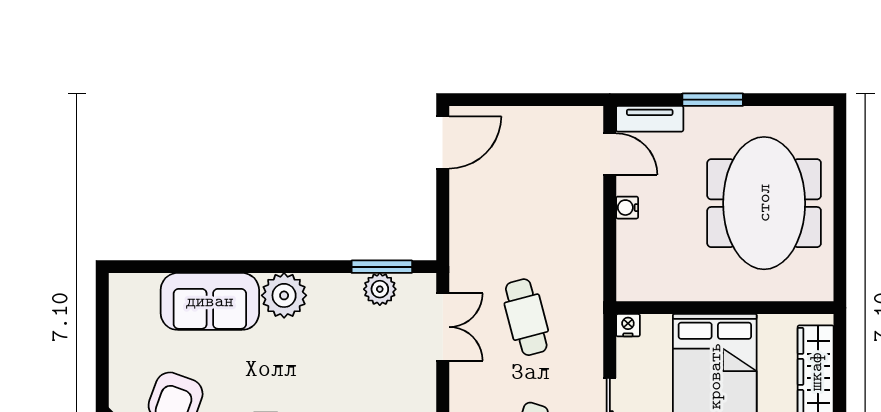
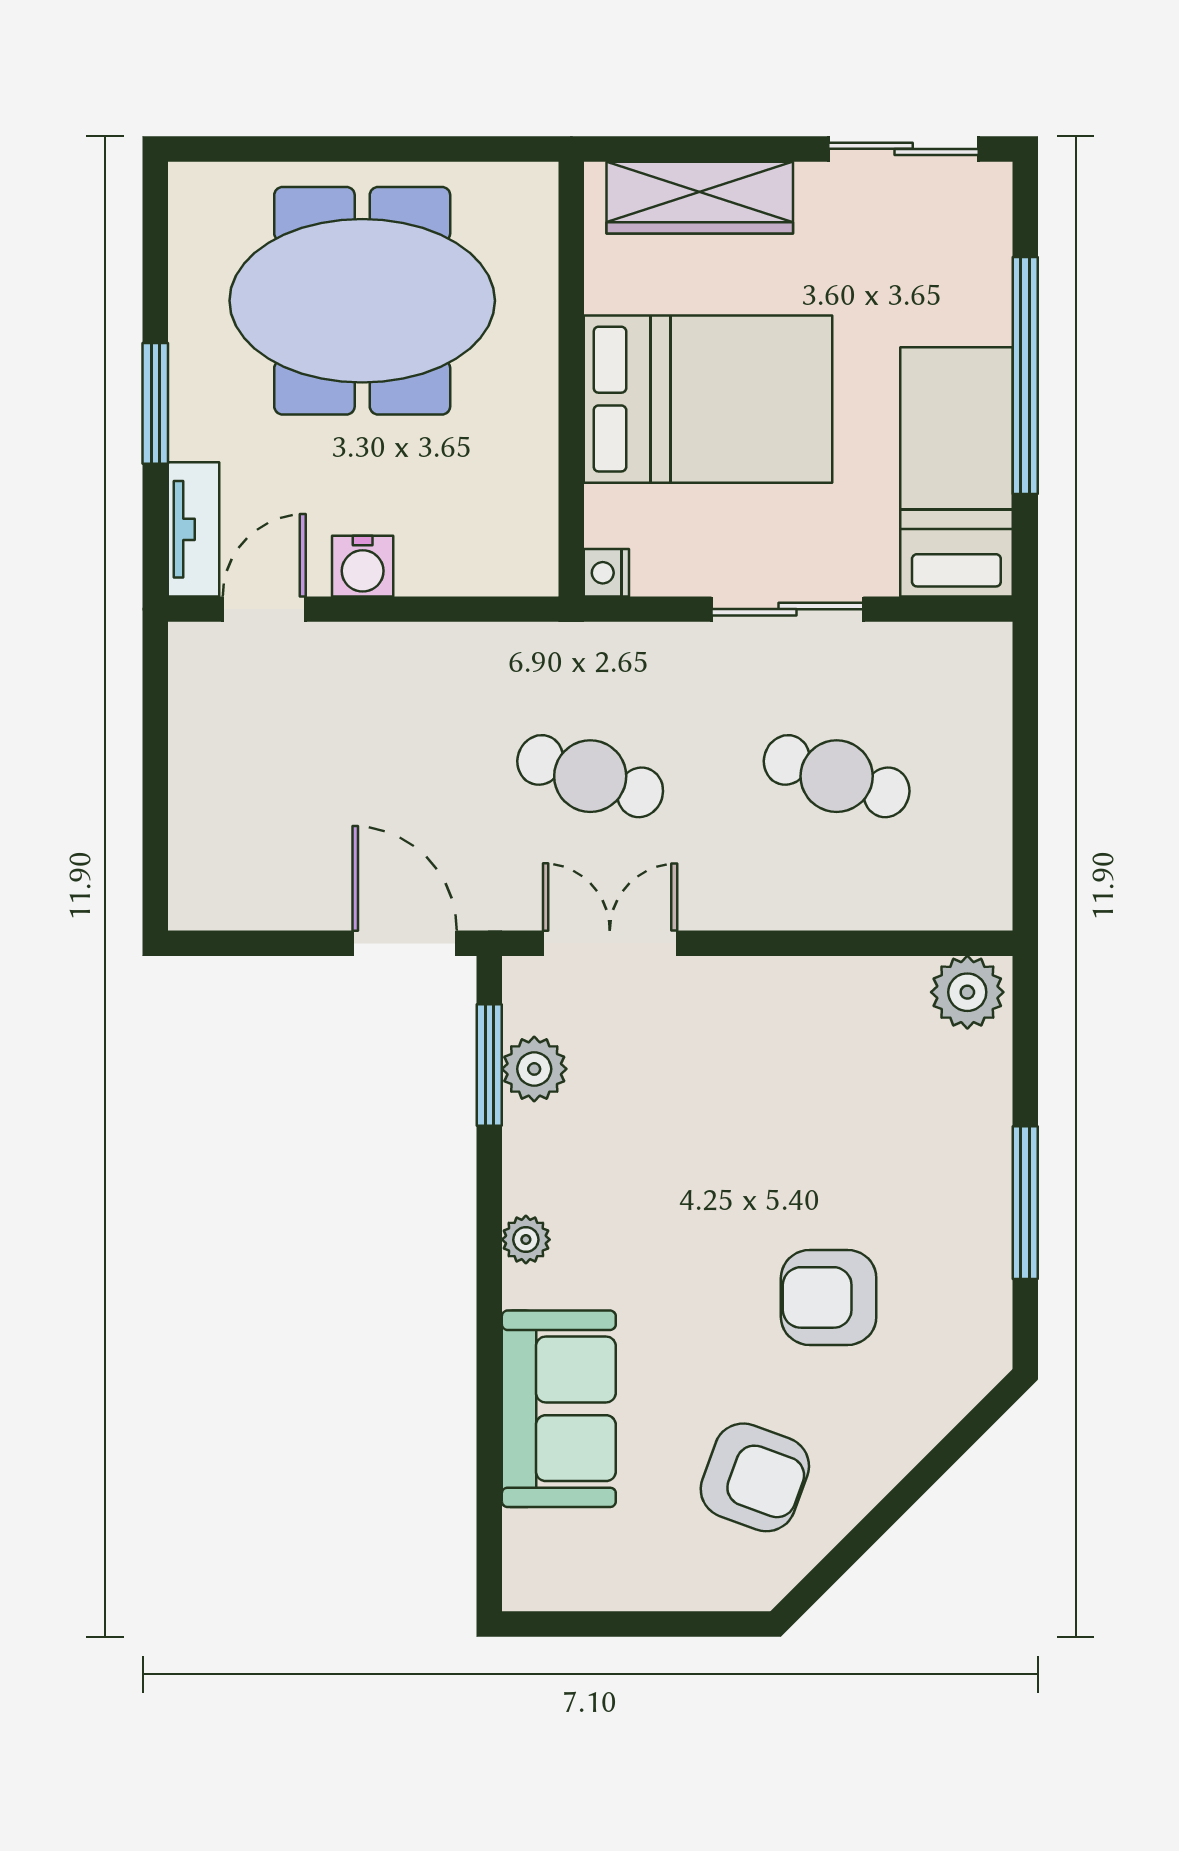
door: (443, 142) -> (405, 943), moved
water cooler: (627, 208) -> (363, 566), width x1.38, depth x1.38
plant: (284, 295) -> (526, 1240), width x0.53, depth x0.53
cafe table: (526, 317) -> (590, 776), turned 33

